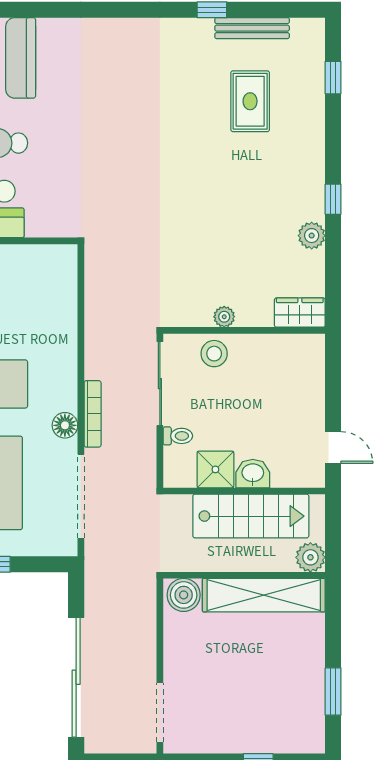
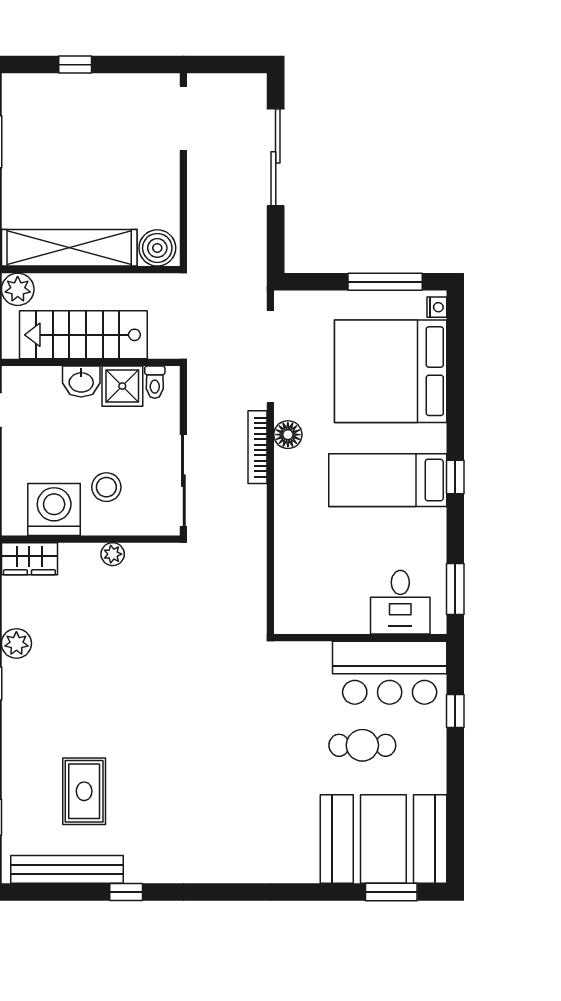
bench: (252, 28) -> (67, 869), width x1.37, depth x1.21
stool: (214, 354) -> (106, 487), moved
washing machine: (277, 357) -> (54, 509), added
toilet: (178, 436) -> (155, 382), moved, turned -90
sliding door: (76, 677) -> (276, 157), width x0.73

